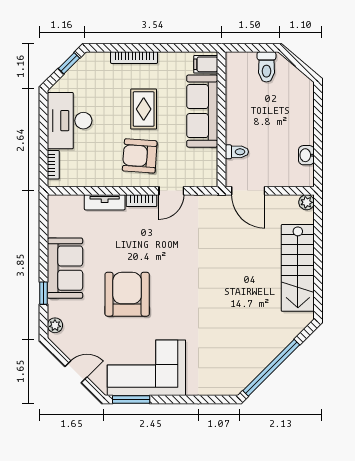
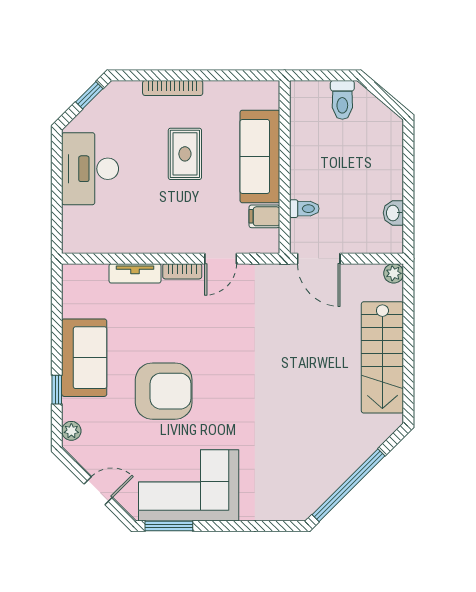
filing cabinet: (206, 64) -> (264, 216), moved
armchair: (140, 156) -> (180, 214), removed
bookcase: (53, 165) -> (69, 225), removed
armchair: (127, 294) -> (164, 391), turned 90

